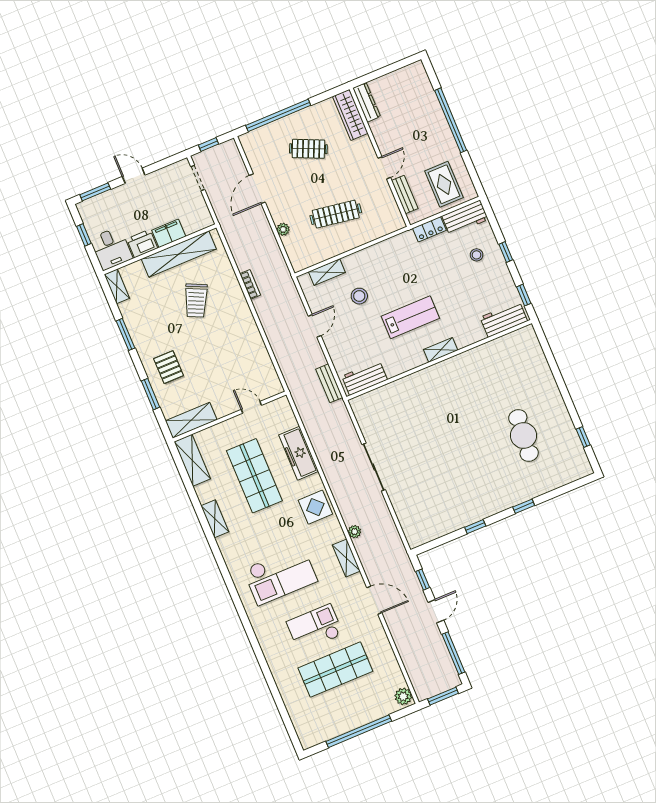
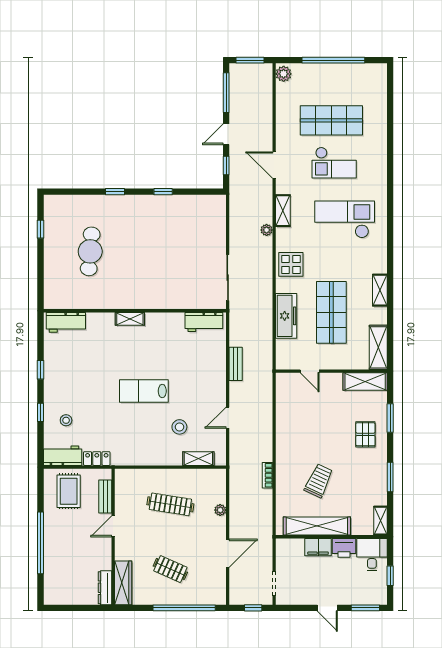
workbench: (504, 319) -> (66, 322), moved
shelving: (441, 350) -> (130, 319), moved
wall: (439, 360) -> (135, 311), moved
workbench: (365, 378) -> (204, 322), moved

